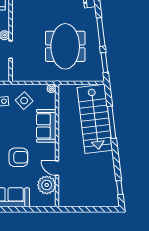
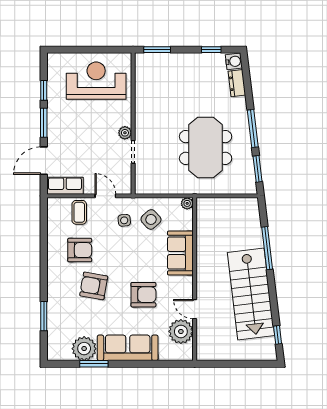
stairs: (95, 119) -> (251, 294), moved

